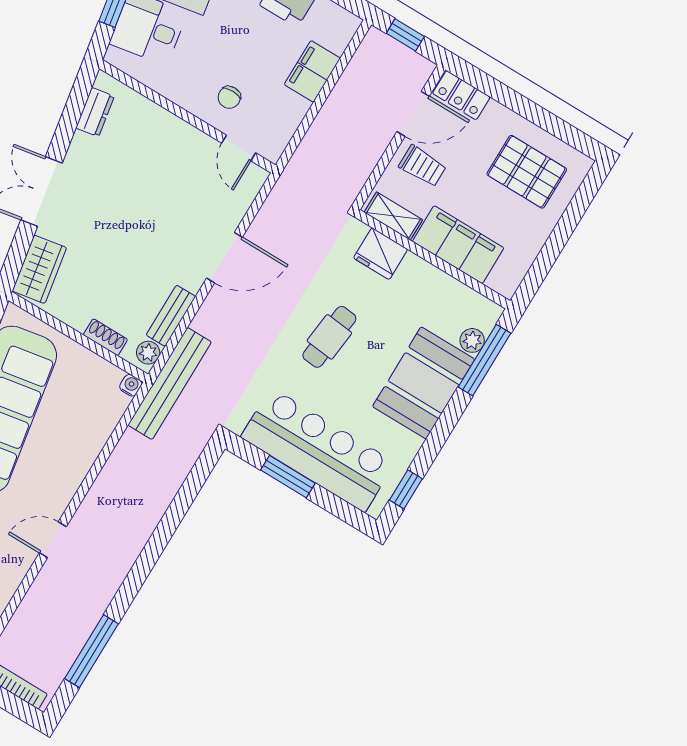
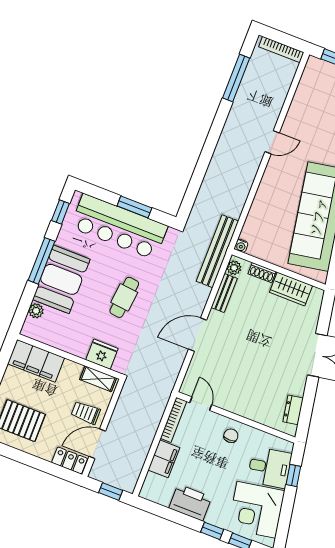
chair: (229, 97) -> (231, 436), moved
bookcase: (286, 130) -> (173, 420), added
filing cabinet: (458, 245) -> (36, 361), moved
wardrobe: (39, 269) -> (291, 289), moved, turned -80
window: (484, 360) -> (42, 261), moved

